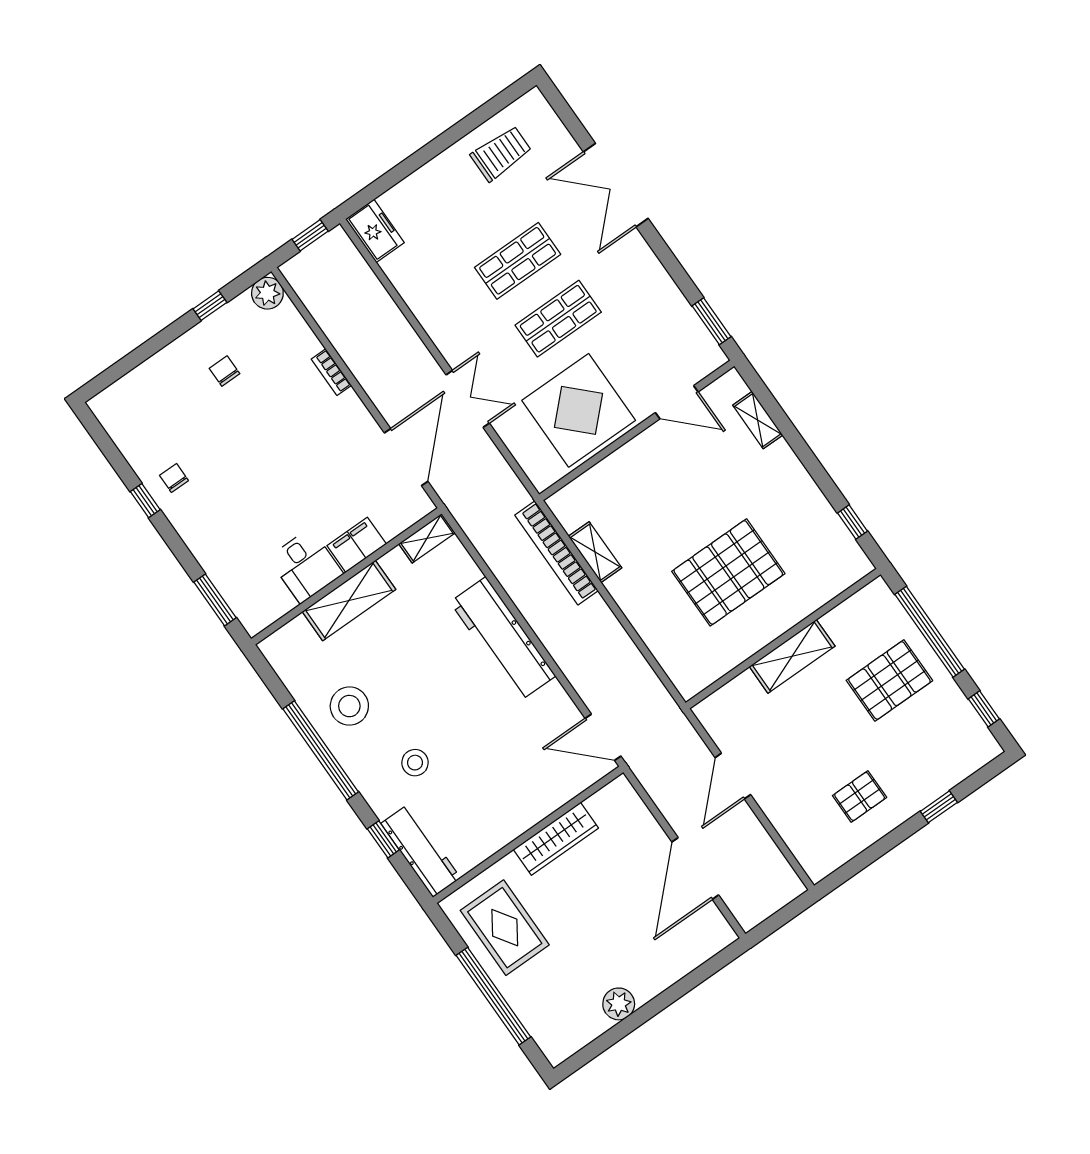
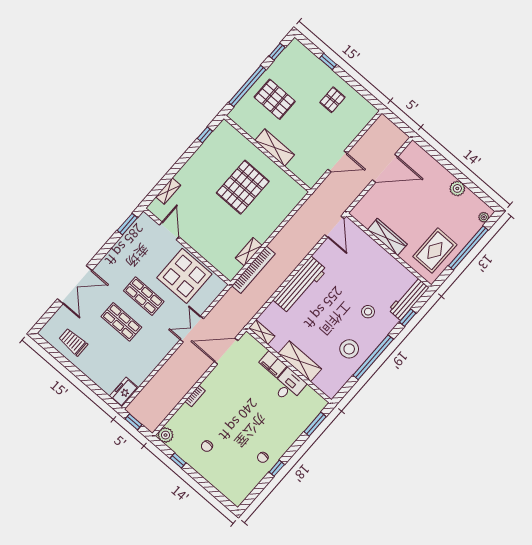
pallet: (728, 572) -> (243, 187), turned 90
pallet: (860, 796) -> (332, 100), turned 90
plant: (548, 1043) -> (484, 217), added

